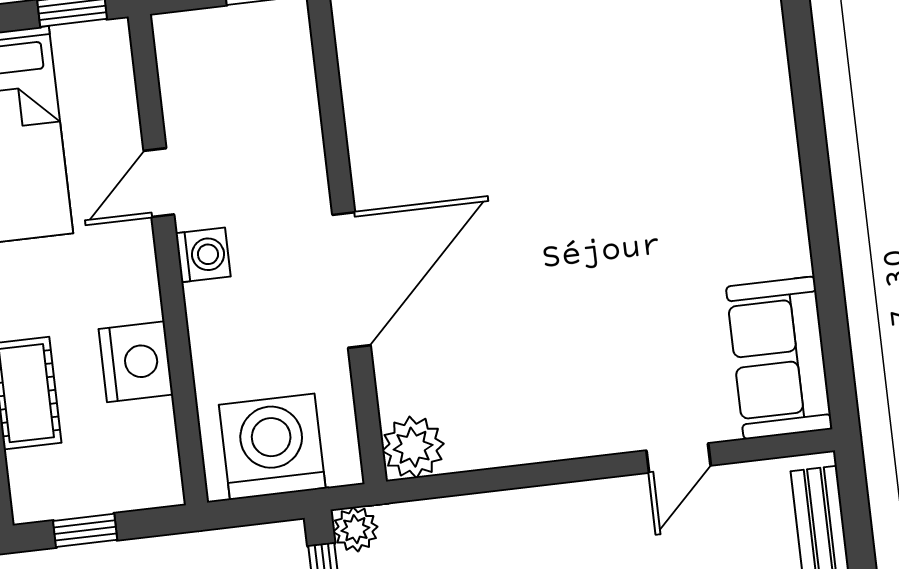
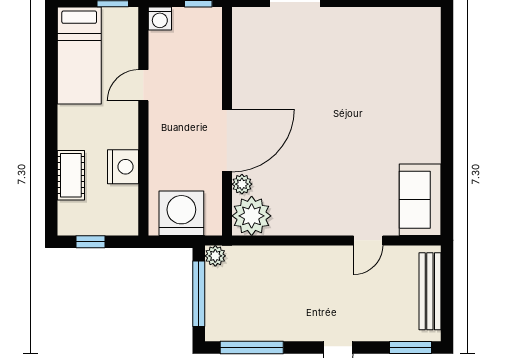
washing machine: (203, 255) -> (160, 19), moved, turned 90
plant: (394, 369) -> (242, 184), added
plant: (413, 447) -> (252, 216), width x1.36, depth x1.36

